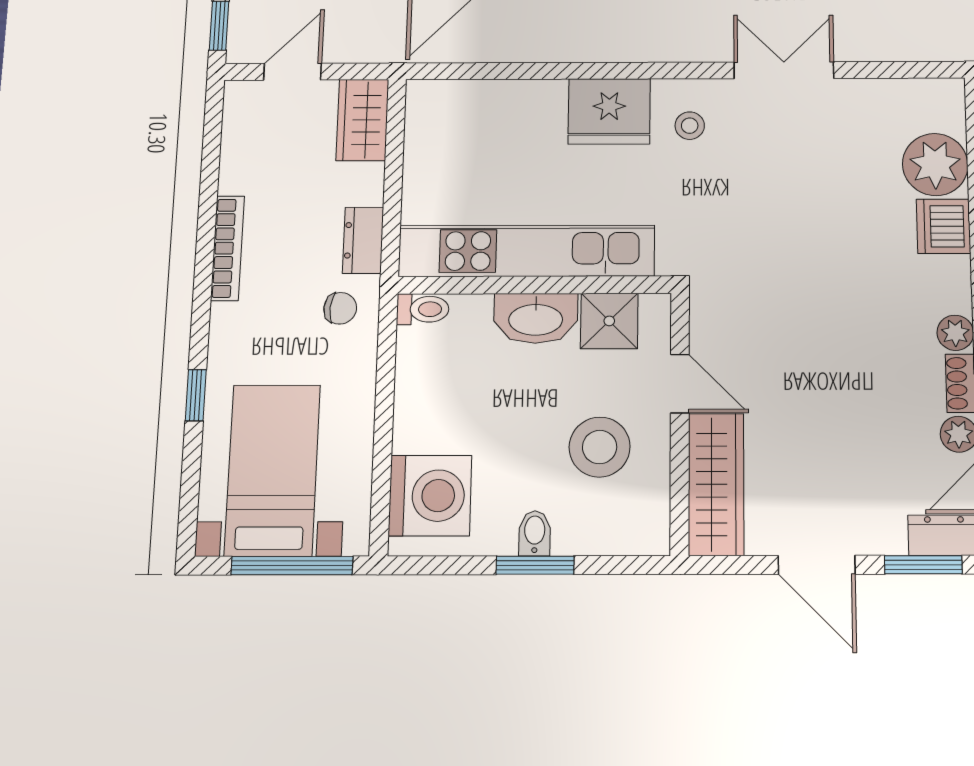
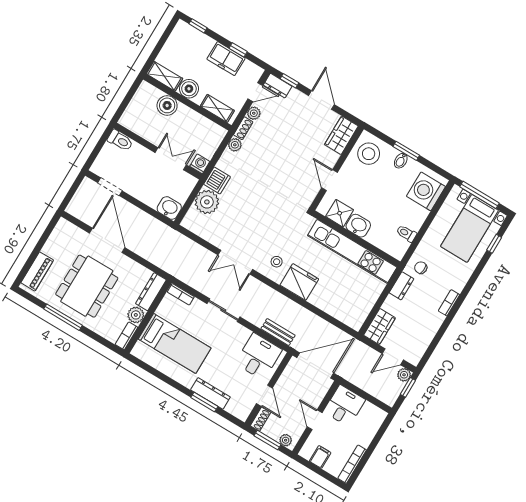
plant: (244, 47) -> (404, 375), added
bookcase: (227, 248) -> (449, 303), width x0.64
toilet: (423, 309) -> (406, 233), moved
washbasin: (536, 318) -> (358, 226), width x0.72
window: (196, 395) -> (494, 244), moved
stool: (600, 447) -> (369, 154), moved
wardrobe: (716, 484) -> (341, 135), width x0.67
window: (923, 565) -> (289, 81), width x0.67

